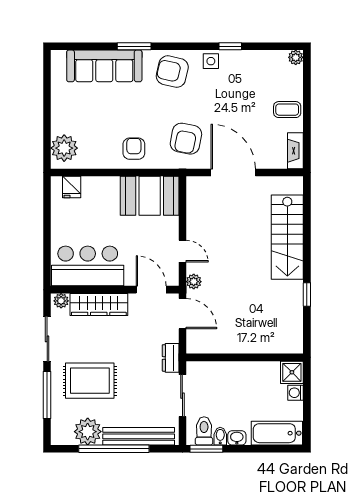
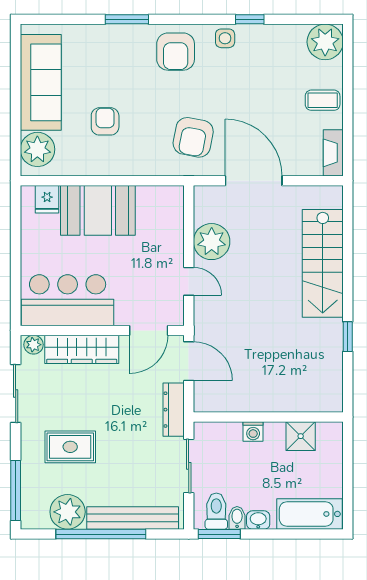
plant: (296, 57) -> (325, 42), width x1.87, depth x1.87
sofa: (104, 66) -> (41, 82), moved, turned -90
armchair: (172, 72) -> (176, 52), turned -103
armchair: (134, 149) -> (105, 121), moved
booth: (150, 196) -> (98, 210), moved
plant: (194, 282) -> (212, 242), moved, width x1.88, depth x1.88
door: (151, 290) -> (149, 330), swing flipped
dresser: (171, 358) -> (174, 410), width x1.44
shower: (292, 372) -> (301, 436), moved
rug: (90, 381) -> (70, 447), width x0.73, depth x0.70
washing machine: (296, 393) -> (253, 432), moved, turned -90
window: (47, 395) -> (16, 490), moved

